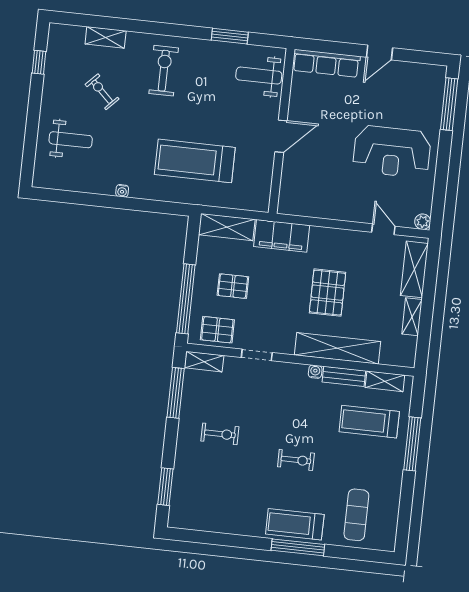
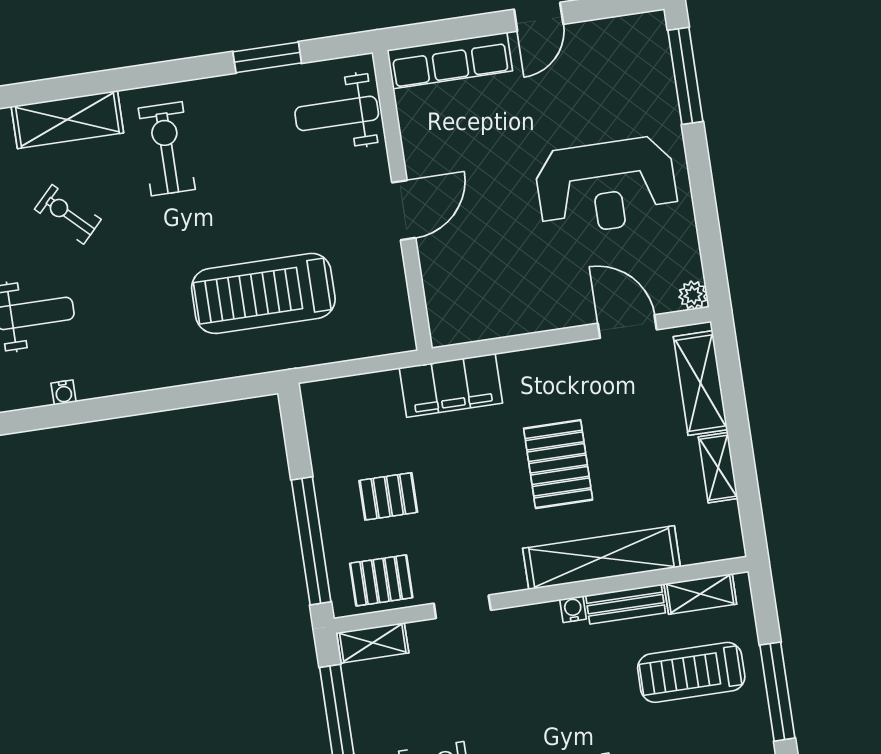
shelving: (106, 37) -> (67, 120), width x1.50, depth x1.33
water cooler: (122, 191) -> (64, 392), moved
shelving: (227, 227) -> (350, 395), removed
door: (383, 229) -> (627, 327), width x1.38

